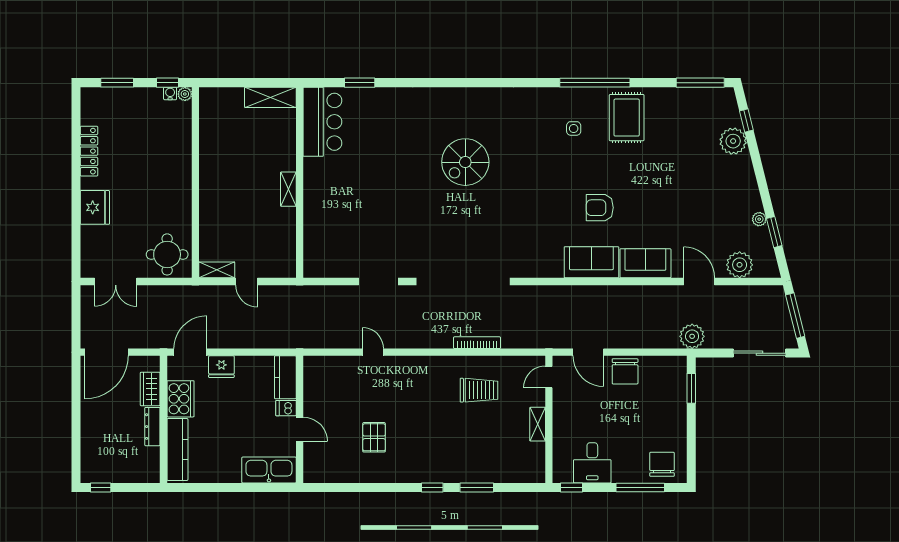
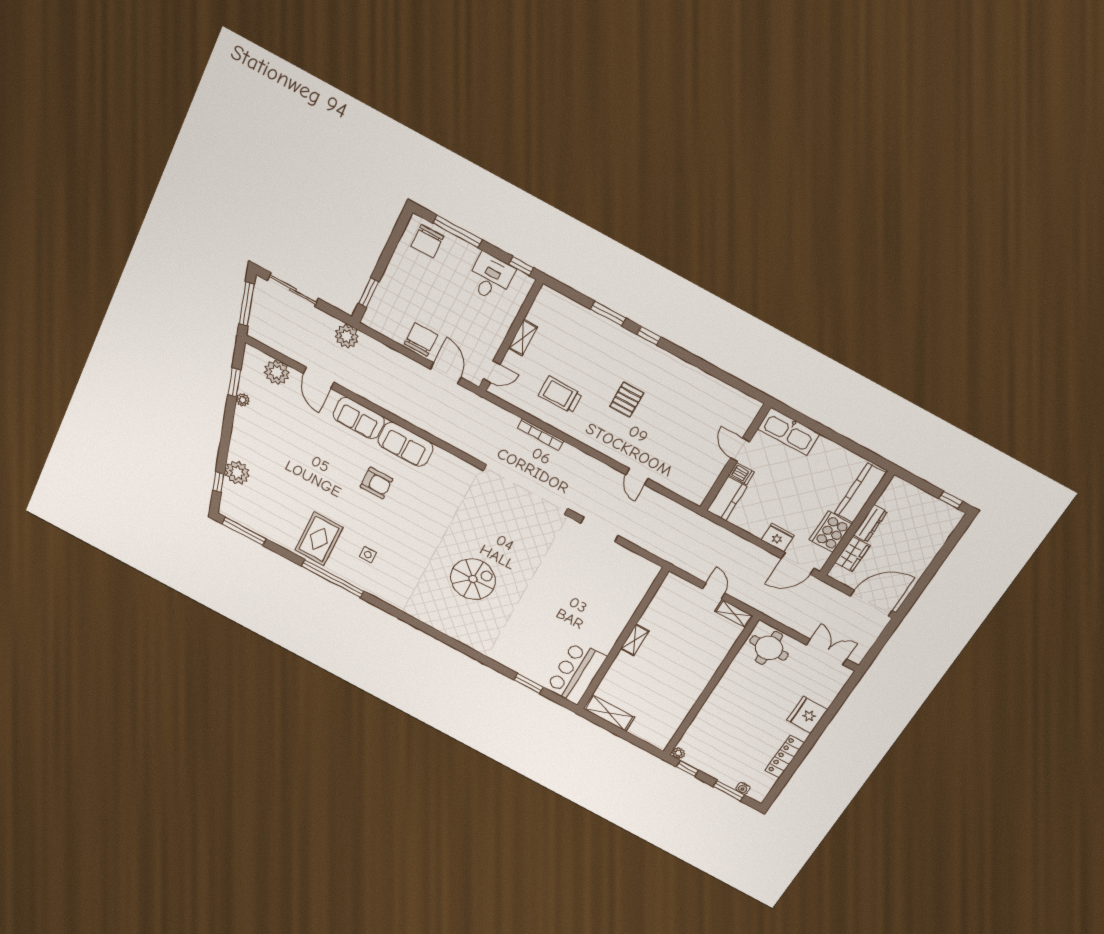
water cooler: (170, 93) -> (743, 788), moved
pallet: (374, 437) -> (627, 400), moved

